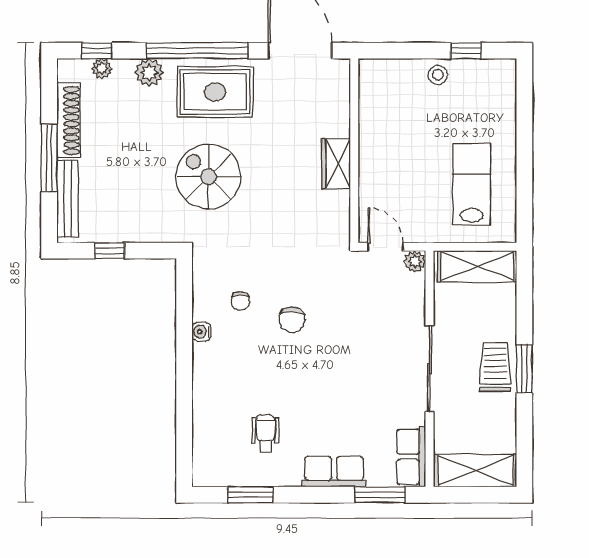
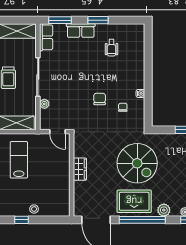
spiral stairs: (208, 177) -> (137, 163), width x1.37, depth x1.37
lab bench: (472, 184) -> (19, 160), turned 180
plant: (415, 261) -> (44, 104), moved
window: (251, 495) -> (98, 20), moved

